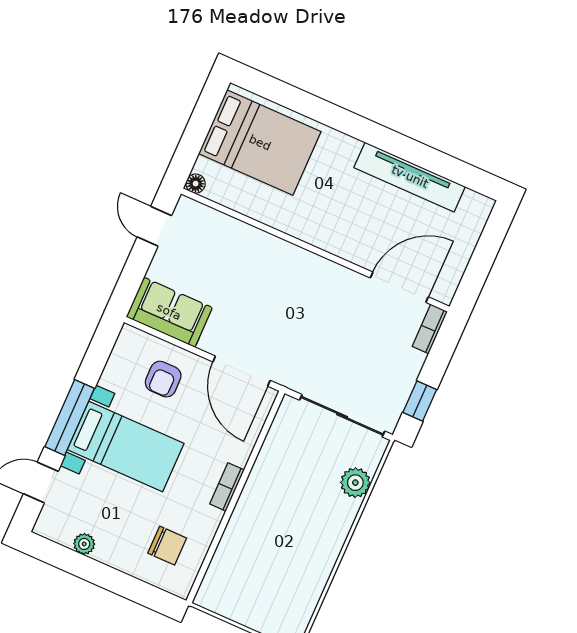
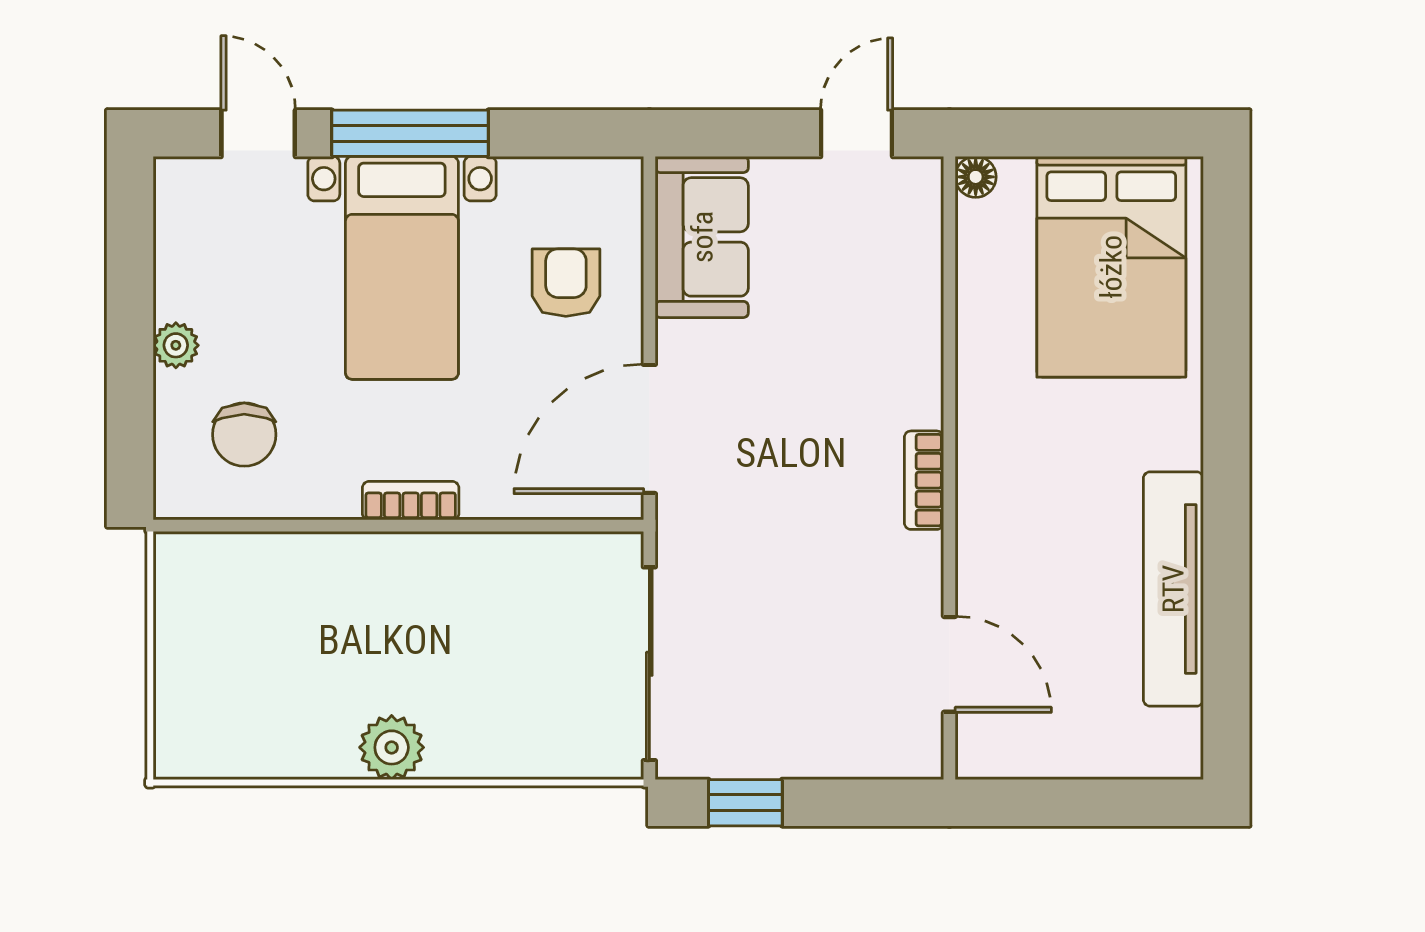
door: (399, 287) -> (949, 664), width x0.73
bookcase: (430, 329) -> (924, 480), moved, turned -90
armchair: (163, 379) -> (566, 283), turned 90
plant: (355, 483) -> (392, 747), moved
plant: (84, 544) -> (176, 345), moved

